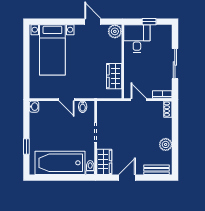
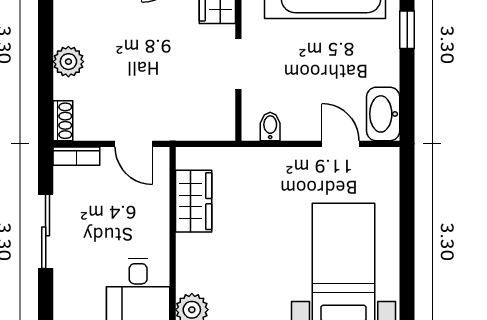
door: (67, 100) -> (341, 144), moved
washbasin: (34, 107) -> (383, 114), width x1.91, depth x1.45
plant: (166, 144) -> (68, 62), moved

